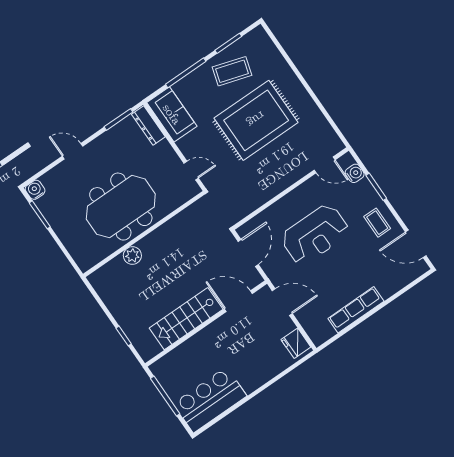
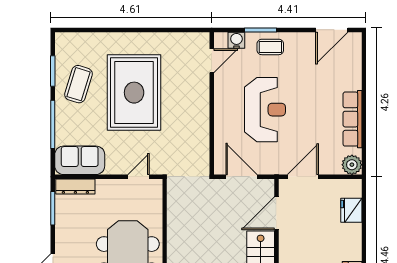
coffee table: (377, 223) -> (270, 47), moved
plant: (319, 335) -> (352, 165), added
fridge: (296, 343) -> (351, 210), moved, turned 90

